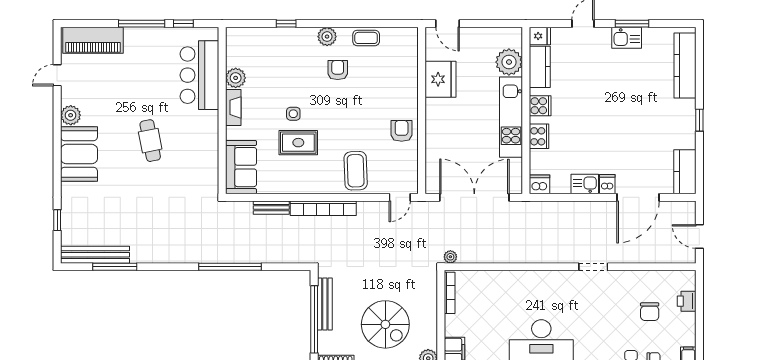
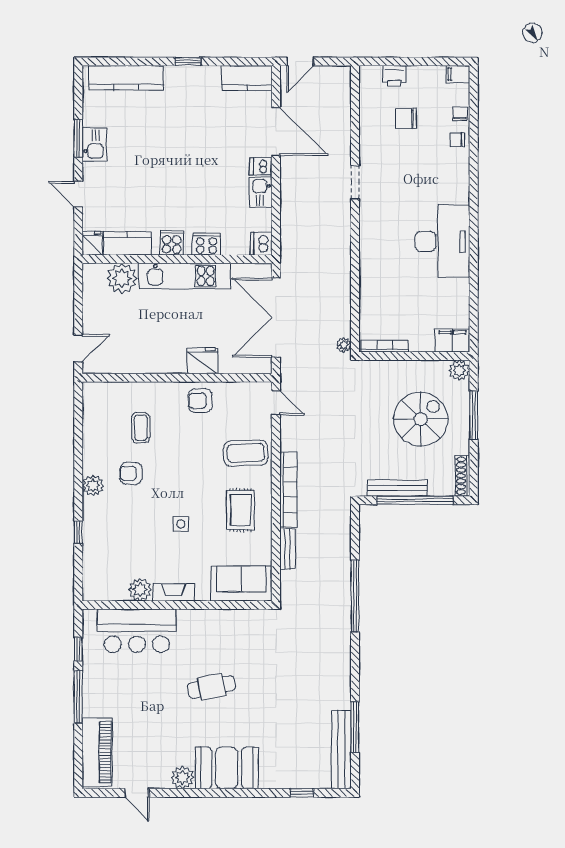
coffee table: (366, 38) -> (141, 428), moved
fridge: (440, 79) -> (203, 361), moved, width x0.73, depth x0.75
rug: (298, 143) -> (240, 510), moved
door: (699, 236) -> (300, 61), moved
chair: (650, 312) -> (406, 118), turned 180

